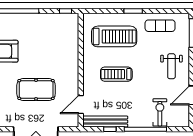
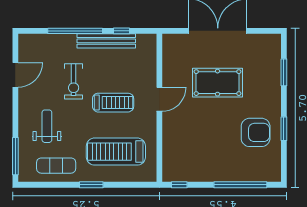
weight bench: (171, 66) -> (47, 126), moved
door: (81, 104) -> (159, 99), moved
exercise bike: (160, 112) -> (74, 81), moved
bench: (105, 122) -> (106, 41), moved

